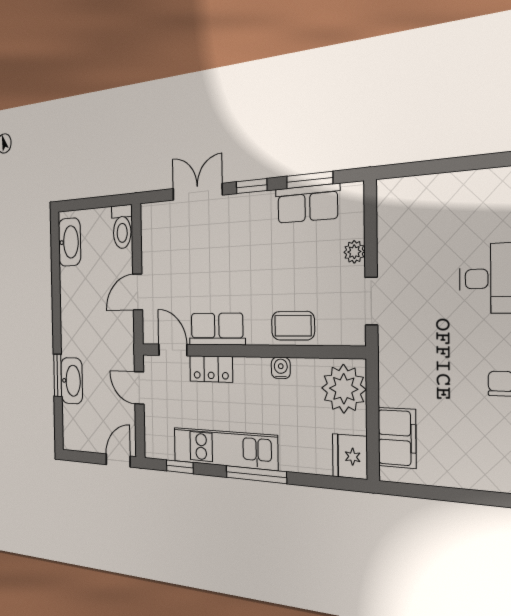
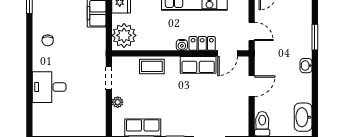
door: (173, 350) -> (228, 53), hinge flipped
water cooler: (281, 368) -> (182, 45), moved
washbasin: (72, 381) -> (306, 66), moved, width x0.52, depth x0.69

